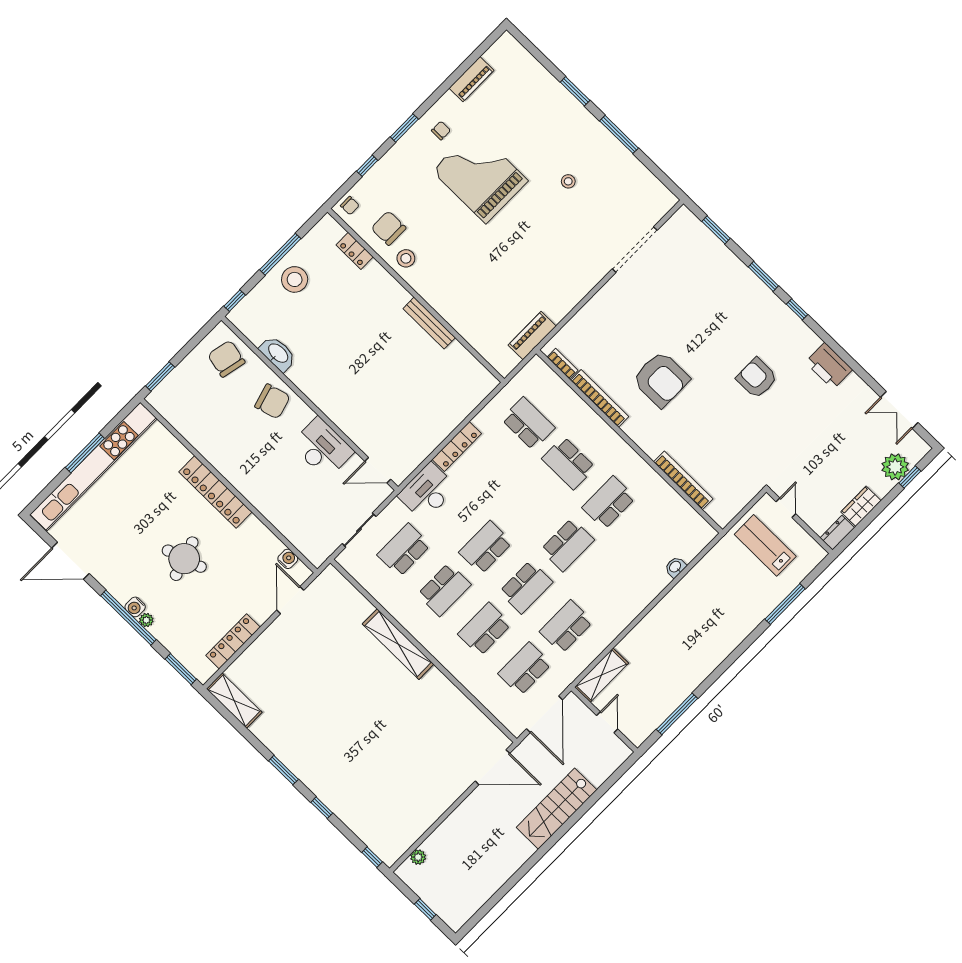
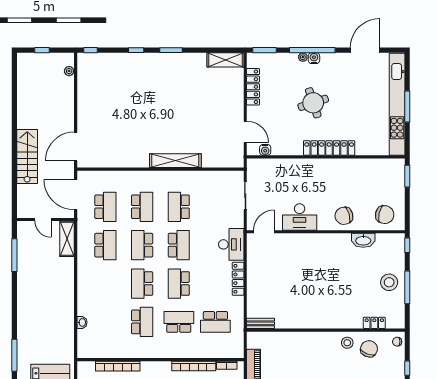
chair: (389, 228) -> (369, 349), turned -69
bench: (429, 323) -> (260, 323), moved, width x0.73
school desk: (404, 550) -> (179, 284), moved, turned 180

